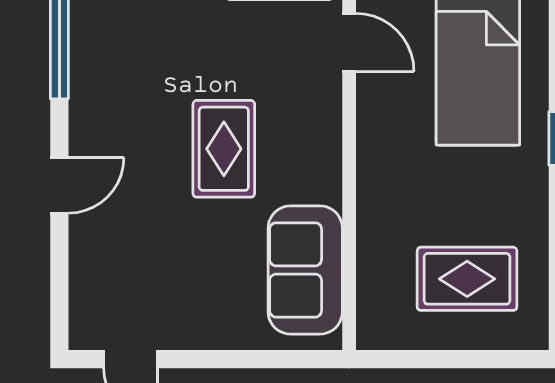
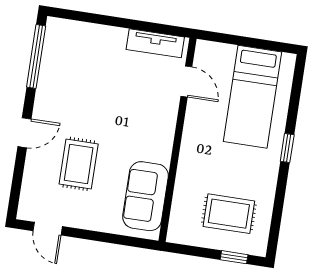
rug: (224, 149) -> (79, 164), moved
window: (489, 359) -> (234, 257), added

